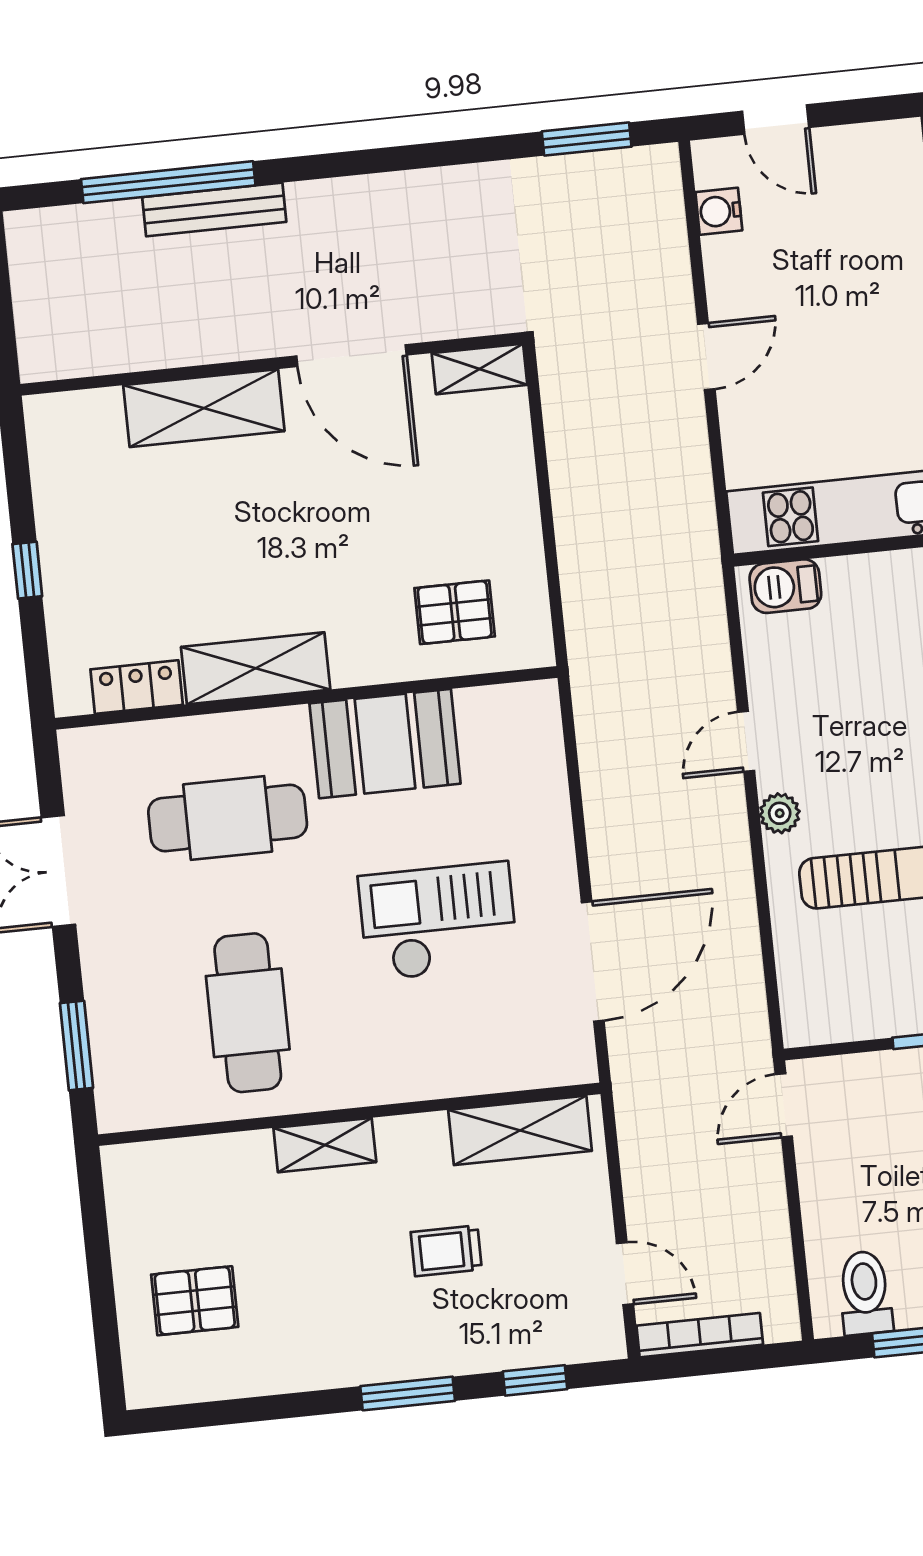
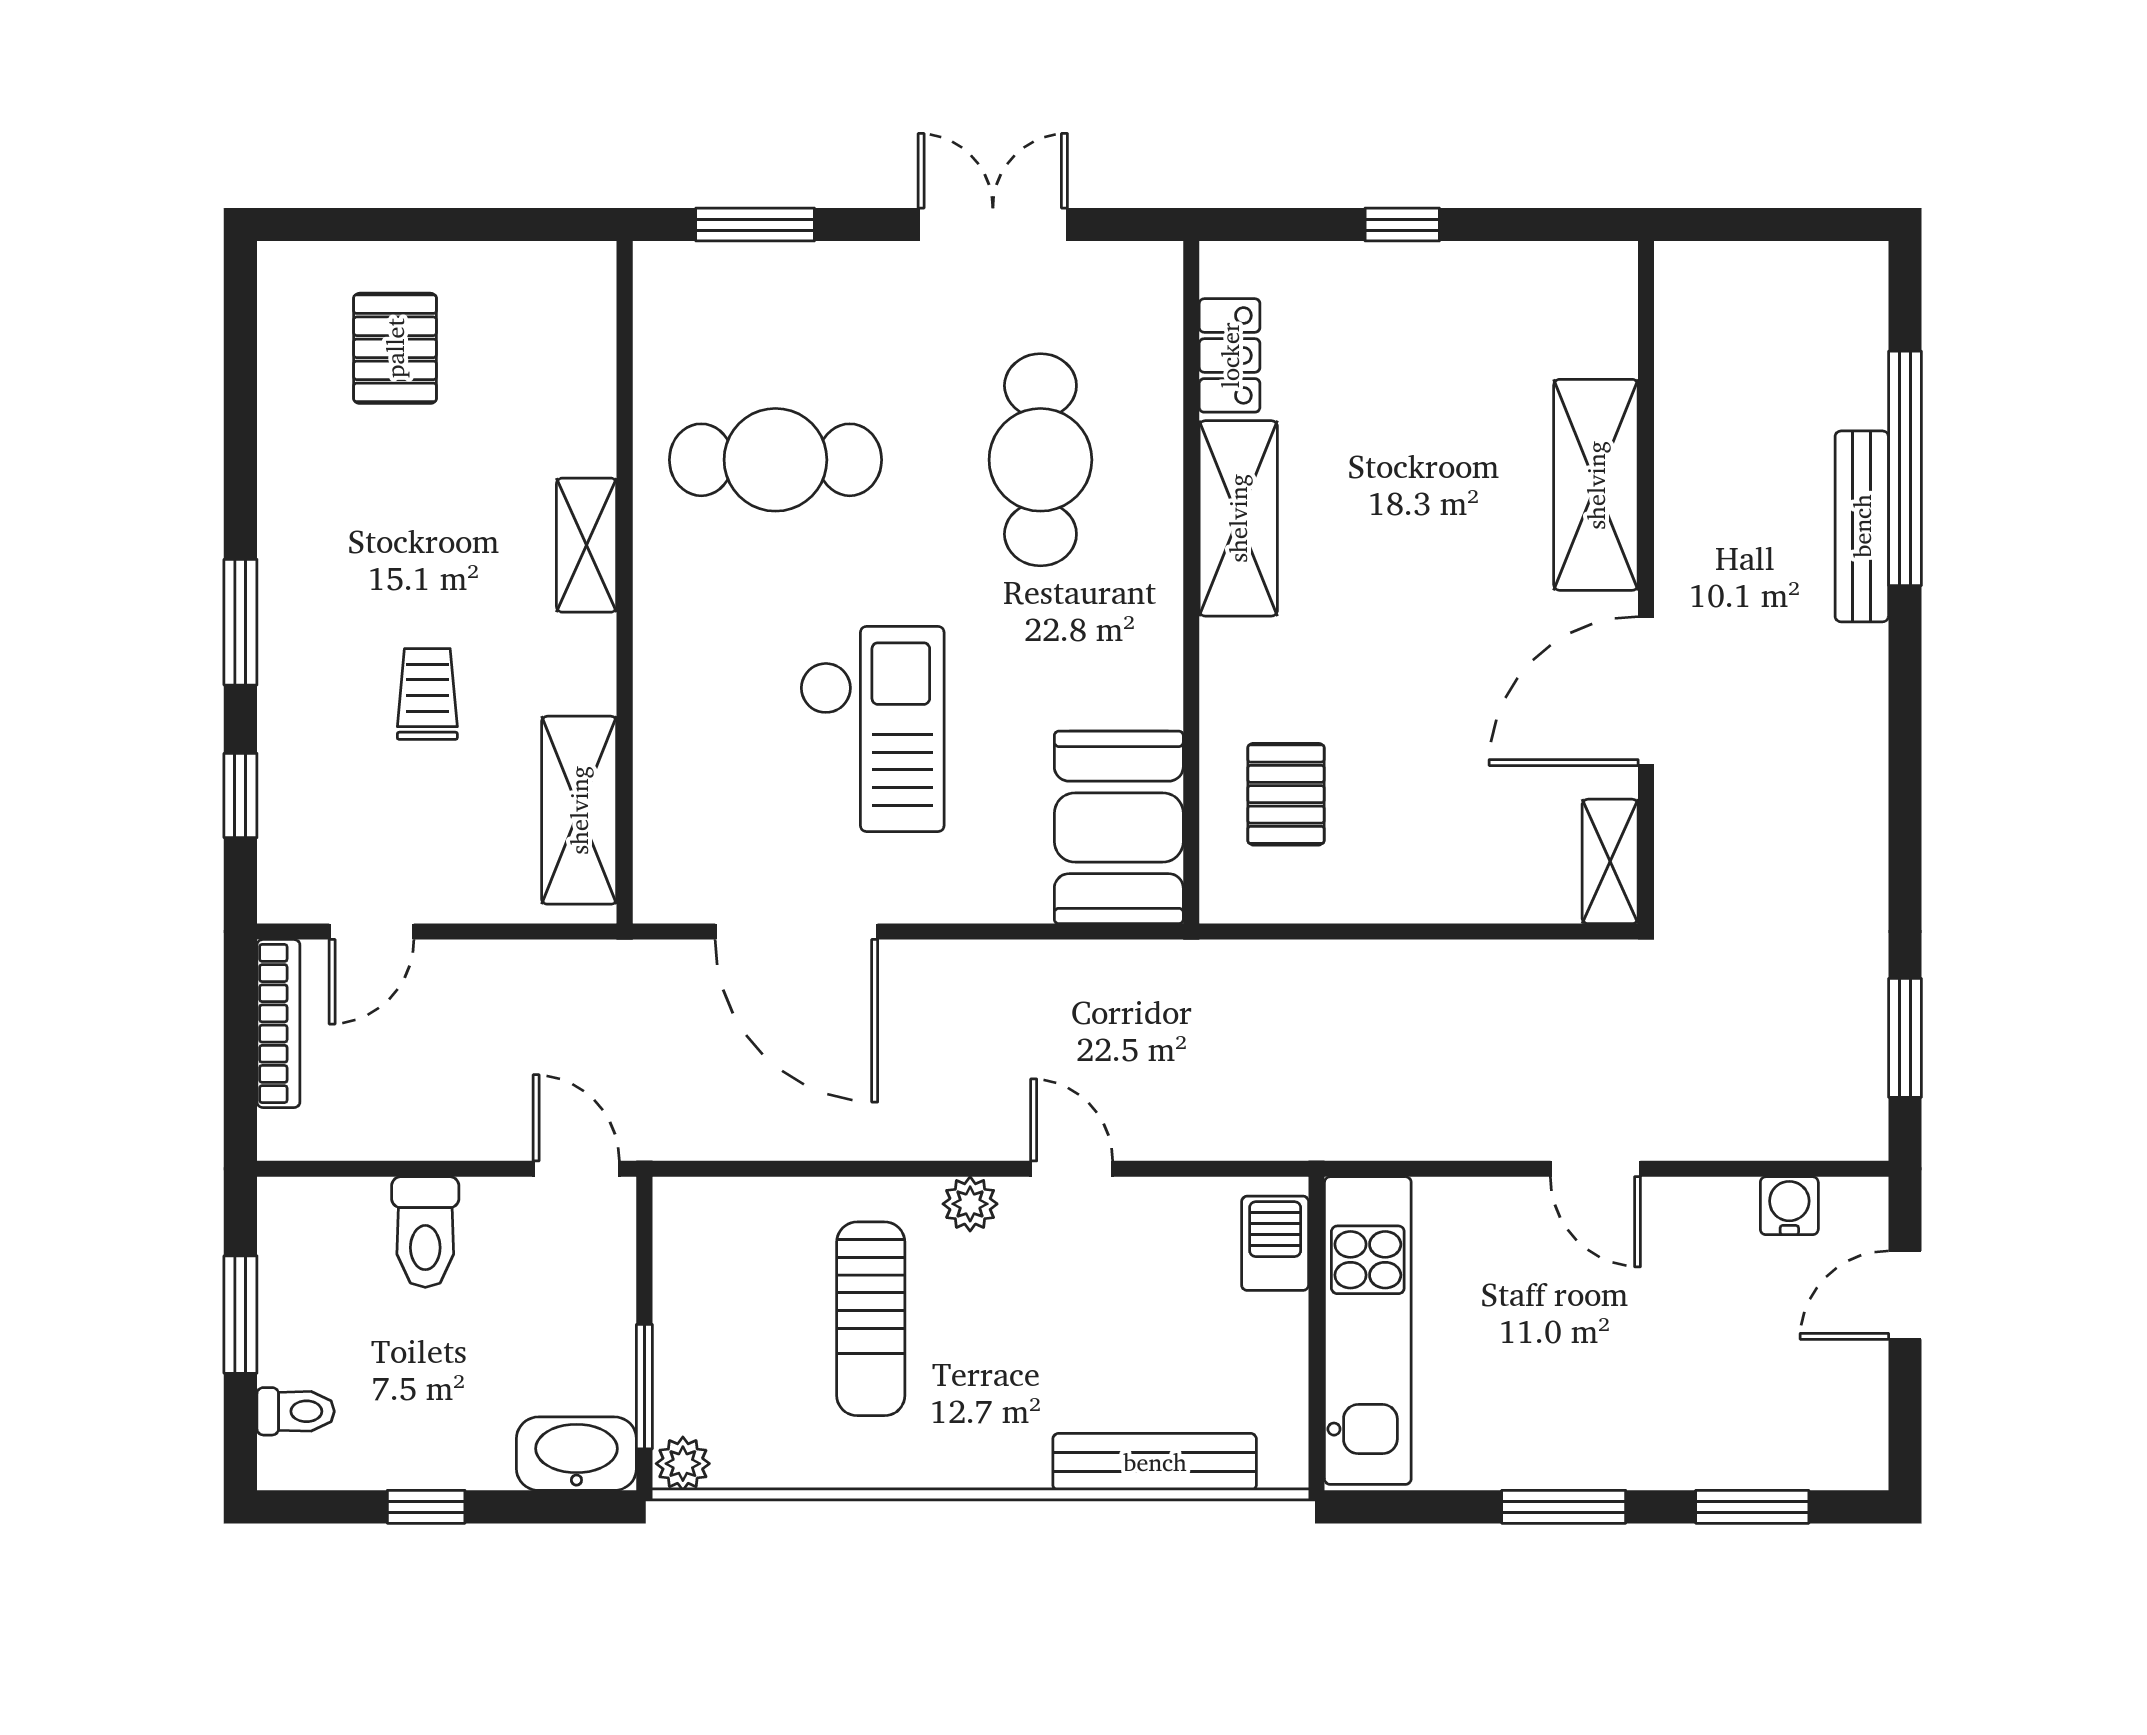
booth: (385, 744) -> (1119, 827), moved
toilet: (865, 1293) -> (425, 1232), moved, turned 90

